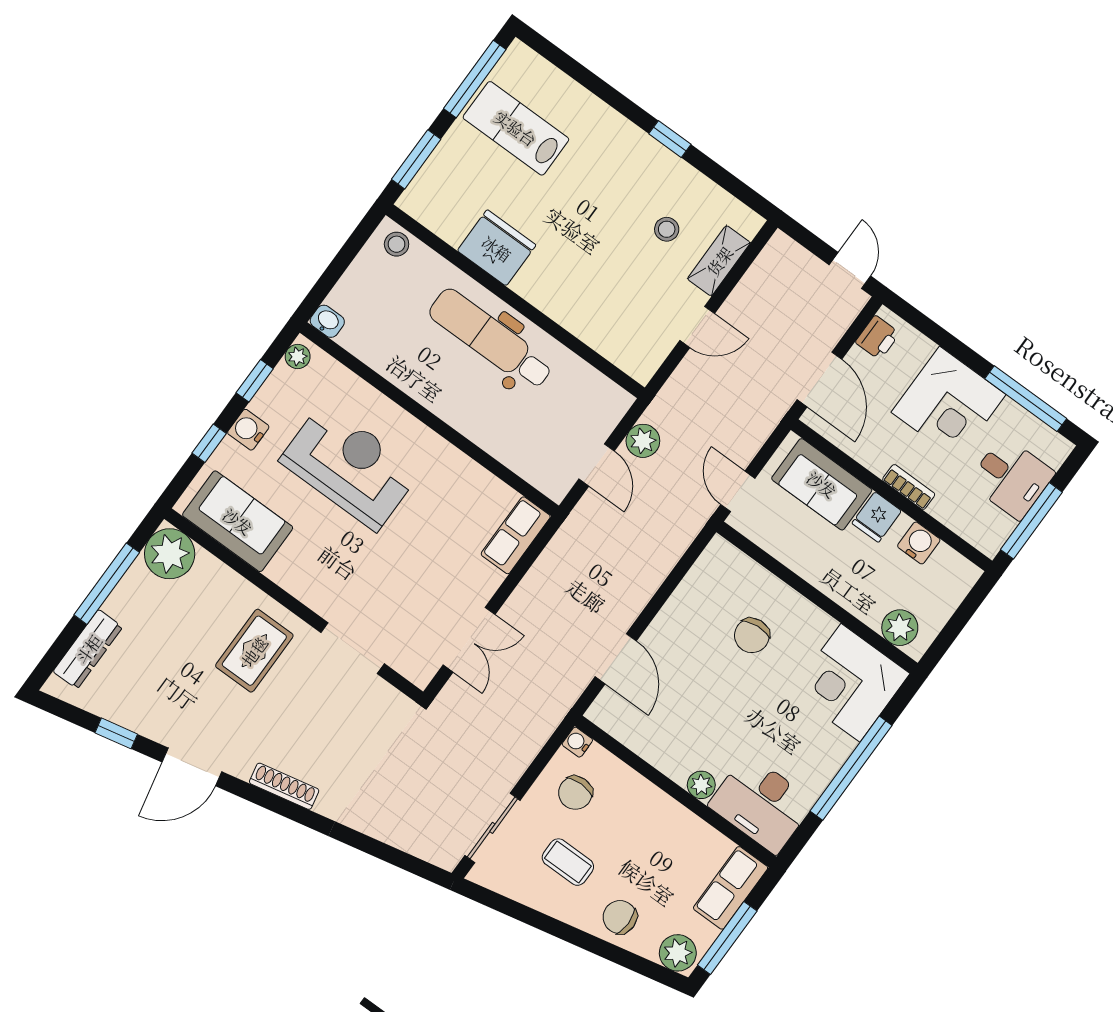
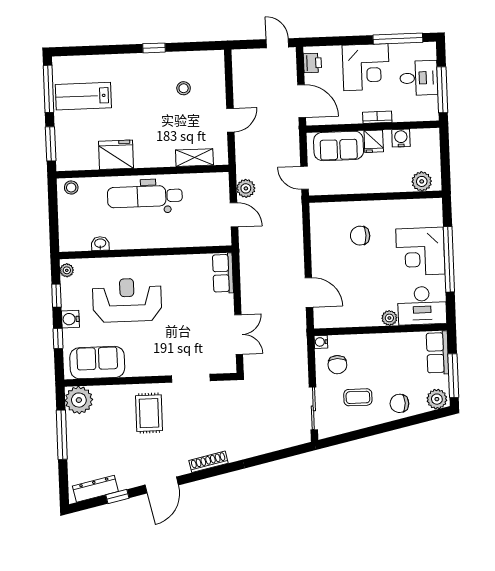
shelving: (719, 261) -> (194, 158), moved, turned 90
washbasin: (327, 321) -> (100, 244), moved
chair: (752, 636) -> (360, 236), turned 95
dresser: (88, 649) -> (95, 489), moved, turned -102
corner desk: (850, 683) -> (420, 251), moved

